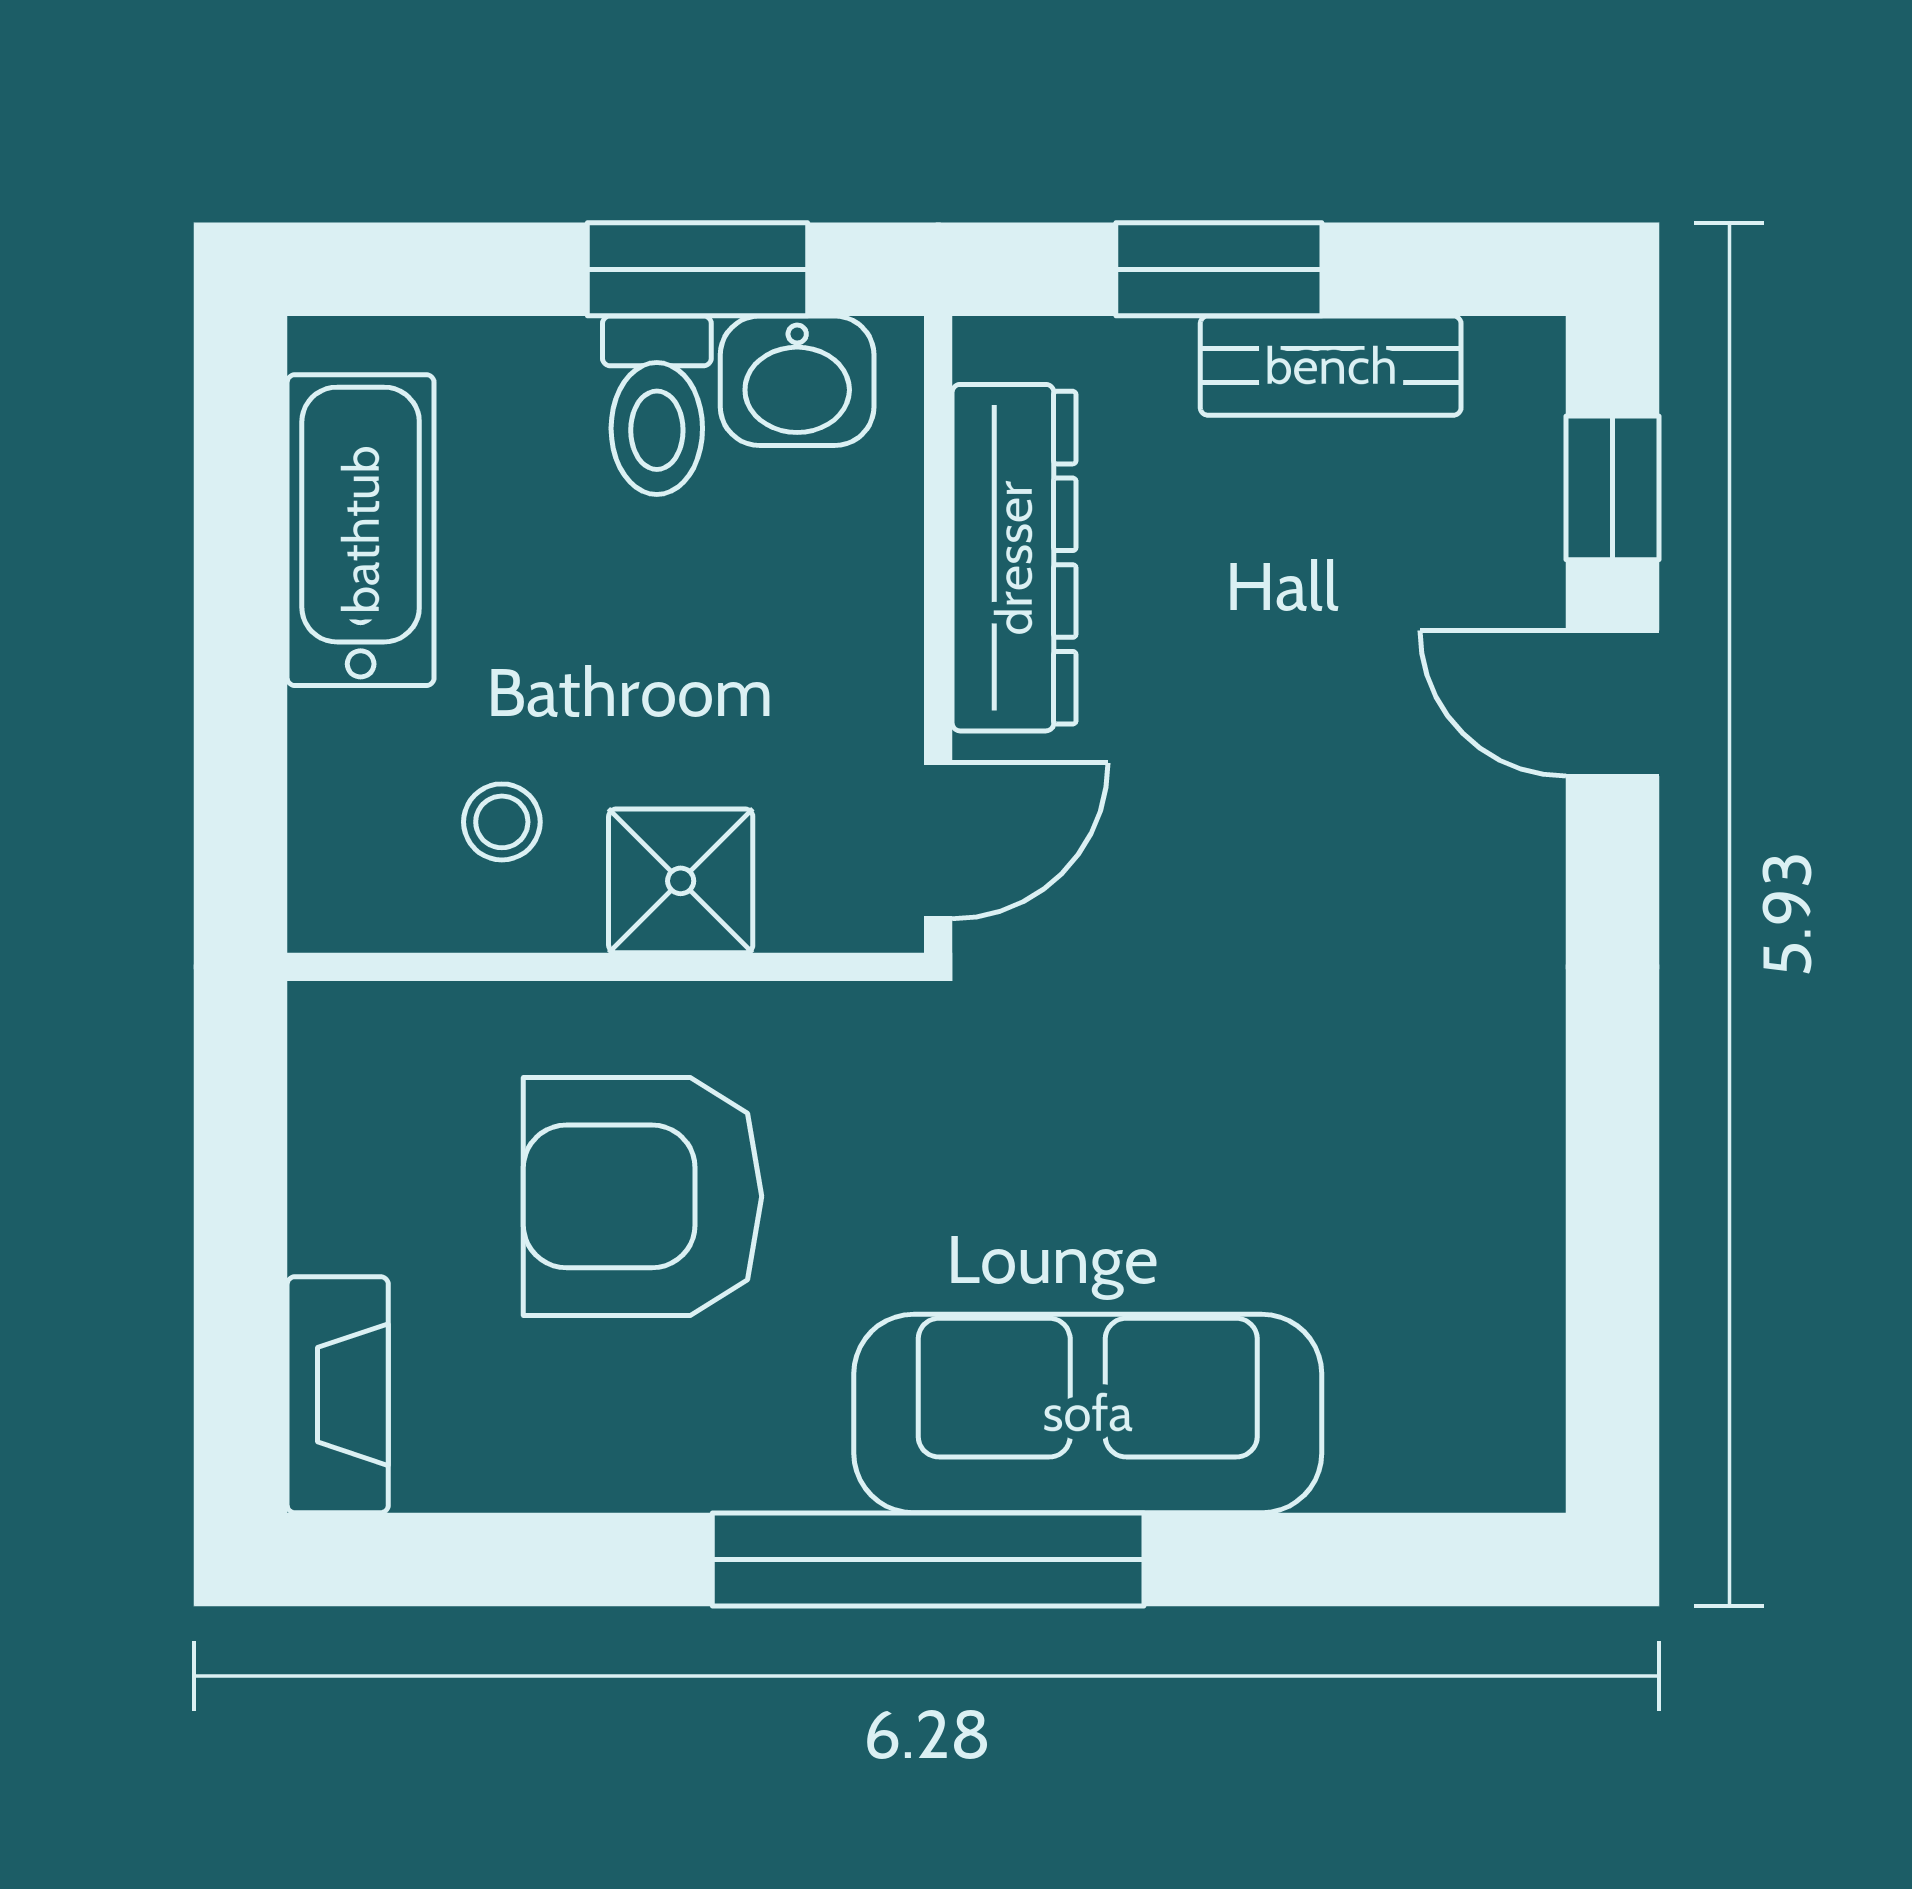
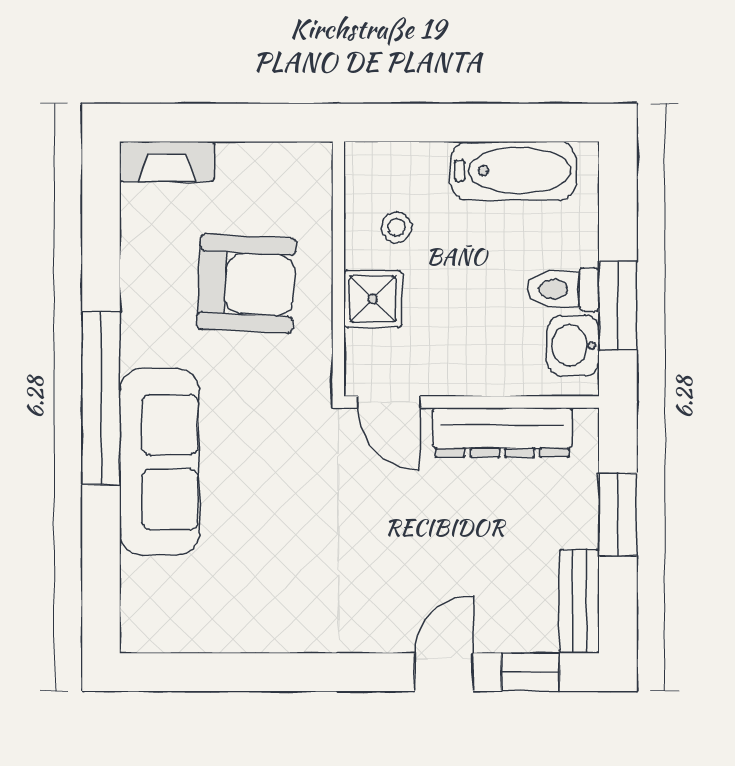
bench: (1331, 366) -> (579, 601), moved
armchair: (643, 1196) -> (246, 284), turned 93

